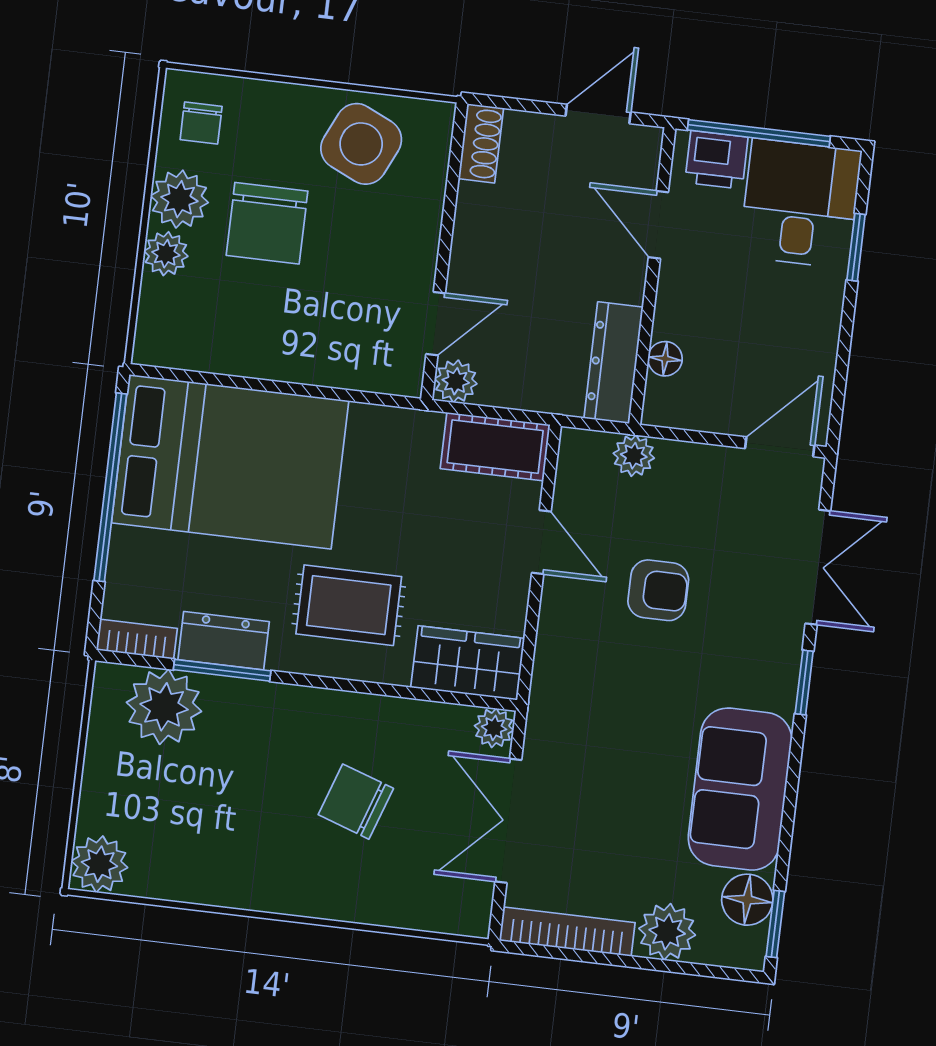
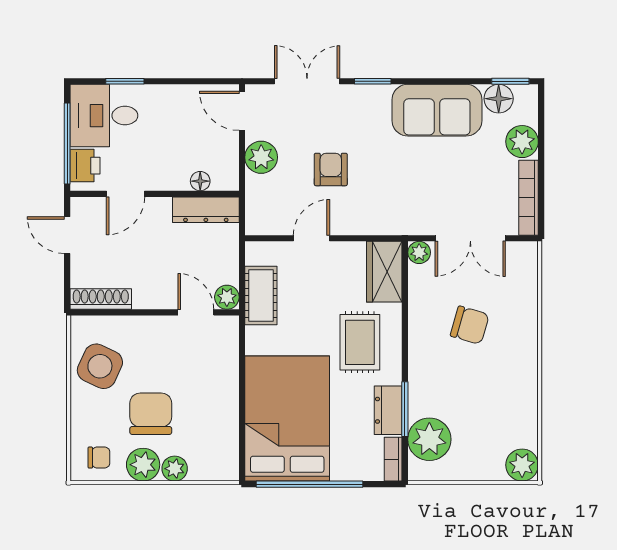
shoe rack: (481, 143) -> (101, 299), width x1.43
chair: (267, 223) -> (151, 414), turned -90
cot: (495, 447) -> (261, 295), moved
plant: (634, 456) -> (261, 157), moved, width x1.38, depth x1.38
chair: (356, 802) -> (470, 325), turned -93

